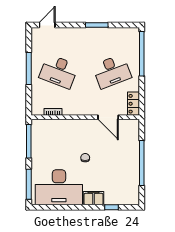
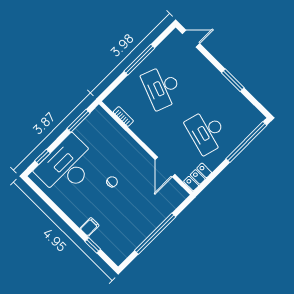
desk: (112, 71) -> (207, 132), turned 36
window: (29, 141) -> (78, 121), width x0.69
window: (29, 184) -> (42, 157), width x0.46
desk: (59, 187) -> (67, 166), moved, turned 90
filing cabinet: (94, 198) -> (90, 227), width x0.50

